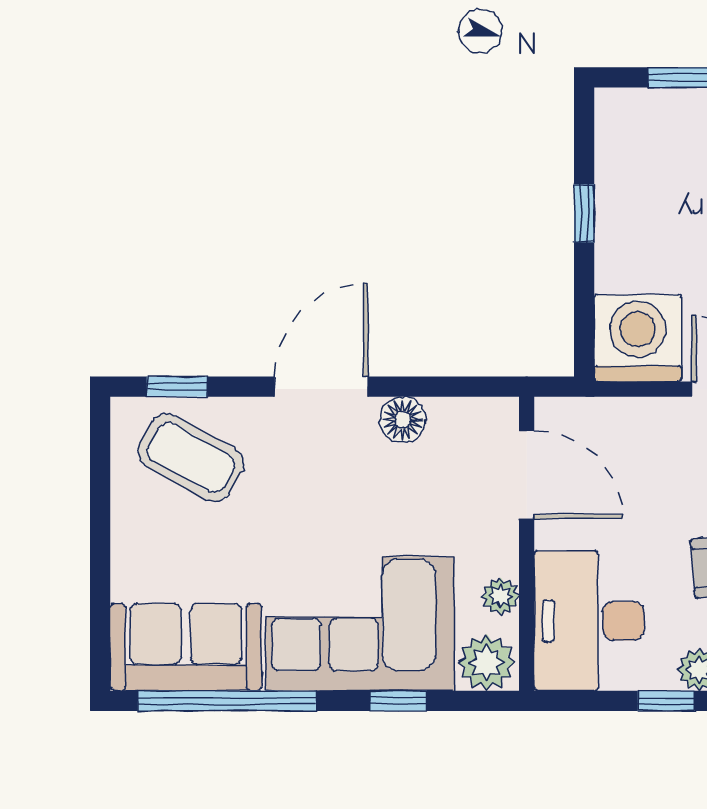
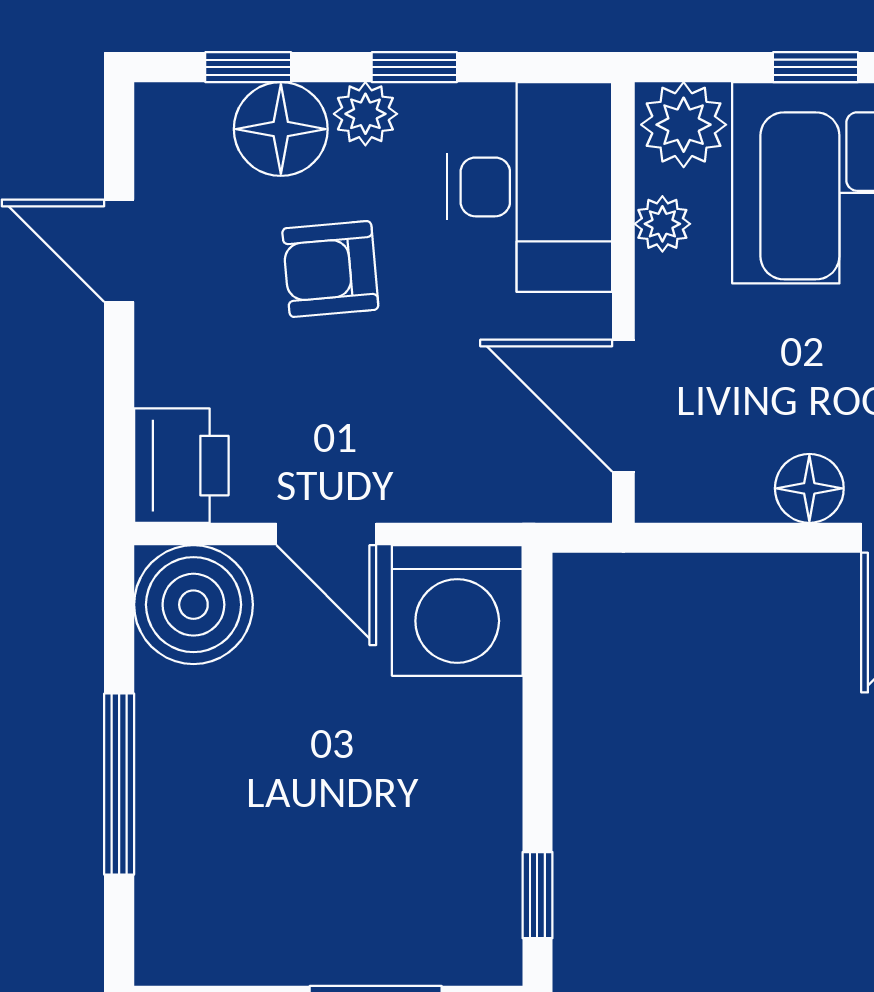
window: (584, 213) -> (537, 895), moved

